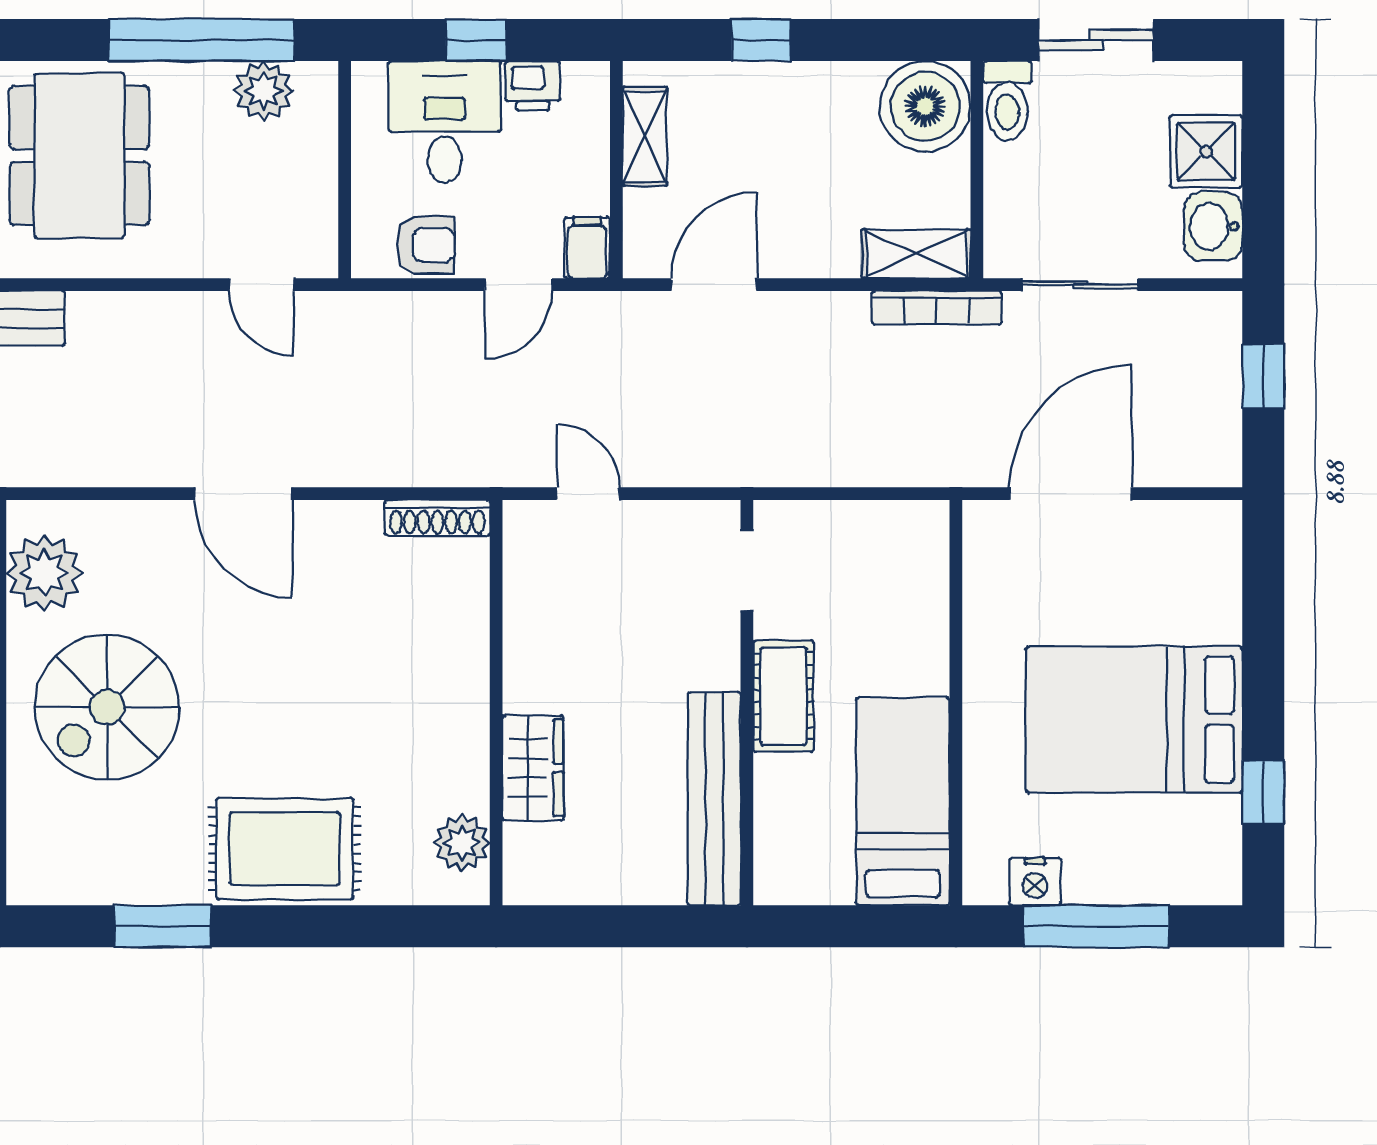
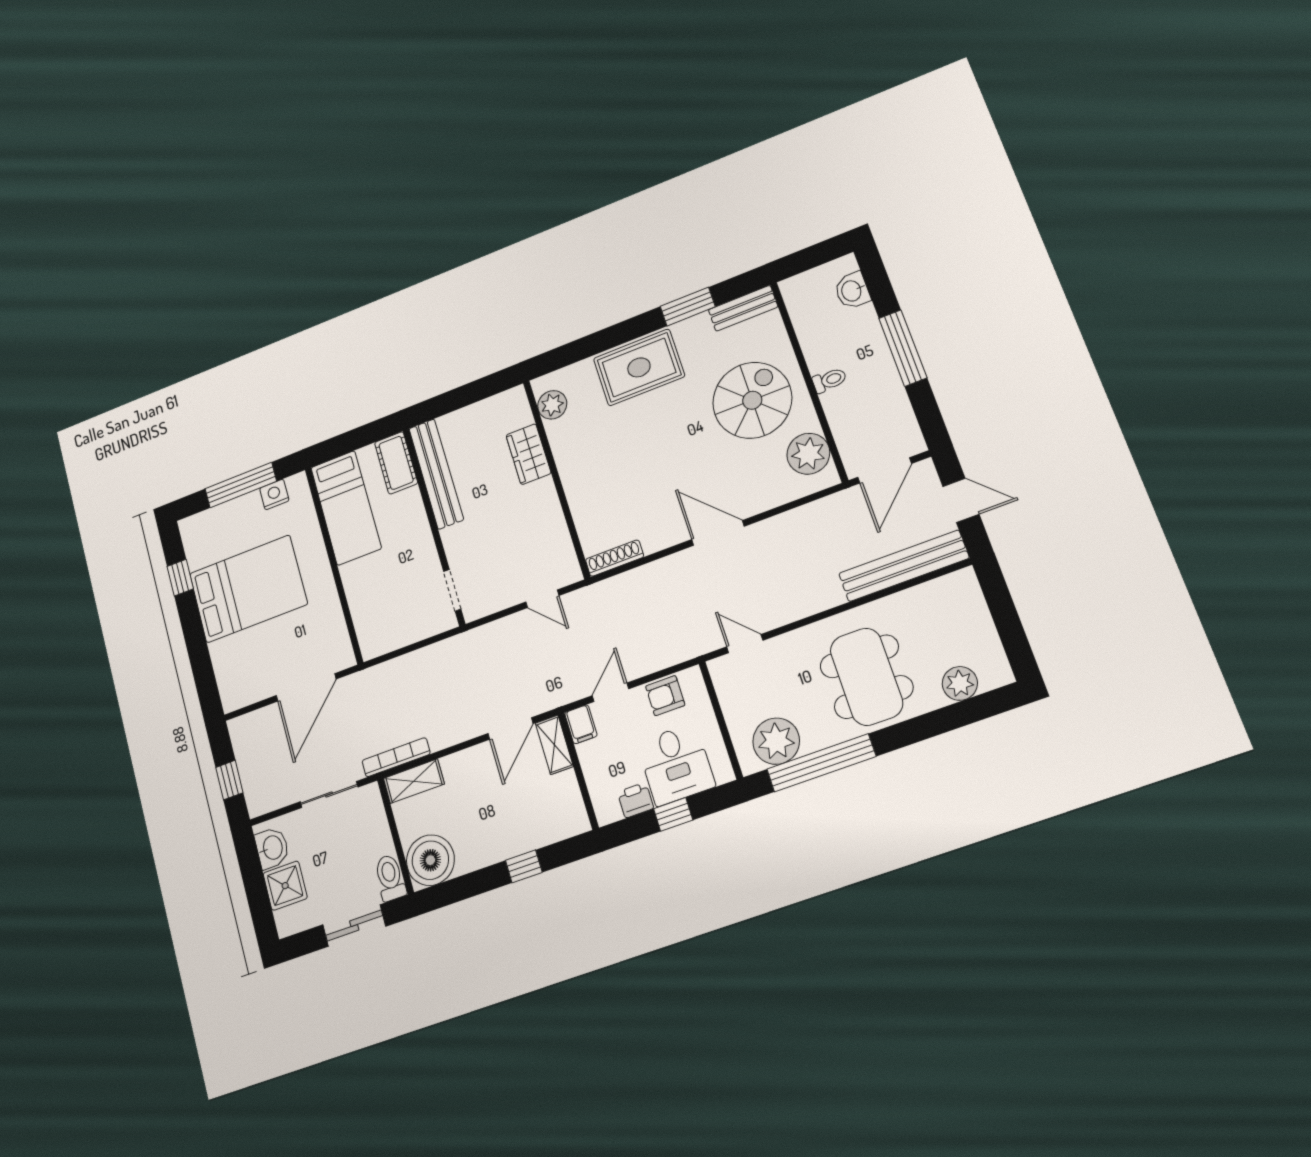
plant: (264, 91) -> (776, 741), width x1.36, depth x1.36
shelving: (645, 136) -> (554, 745), moved
cot: (784, 696) -> (396, 463), moved
bench: (67, 882) -> (743, 308), added

